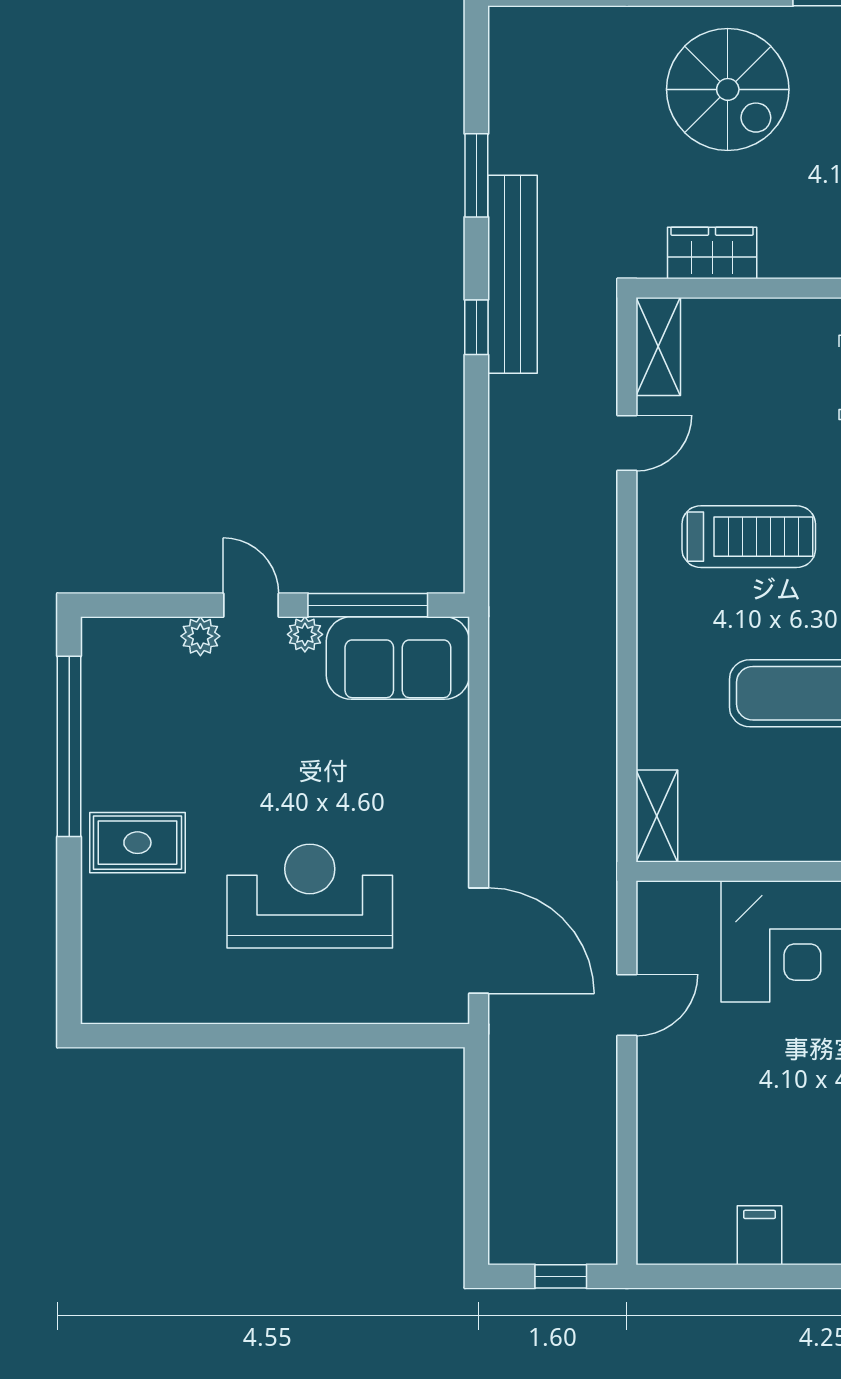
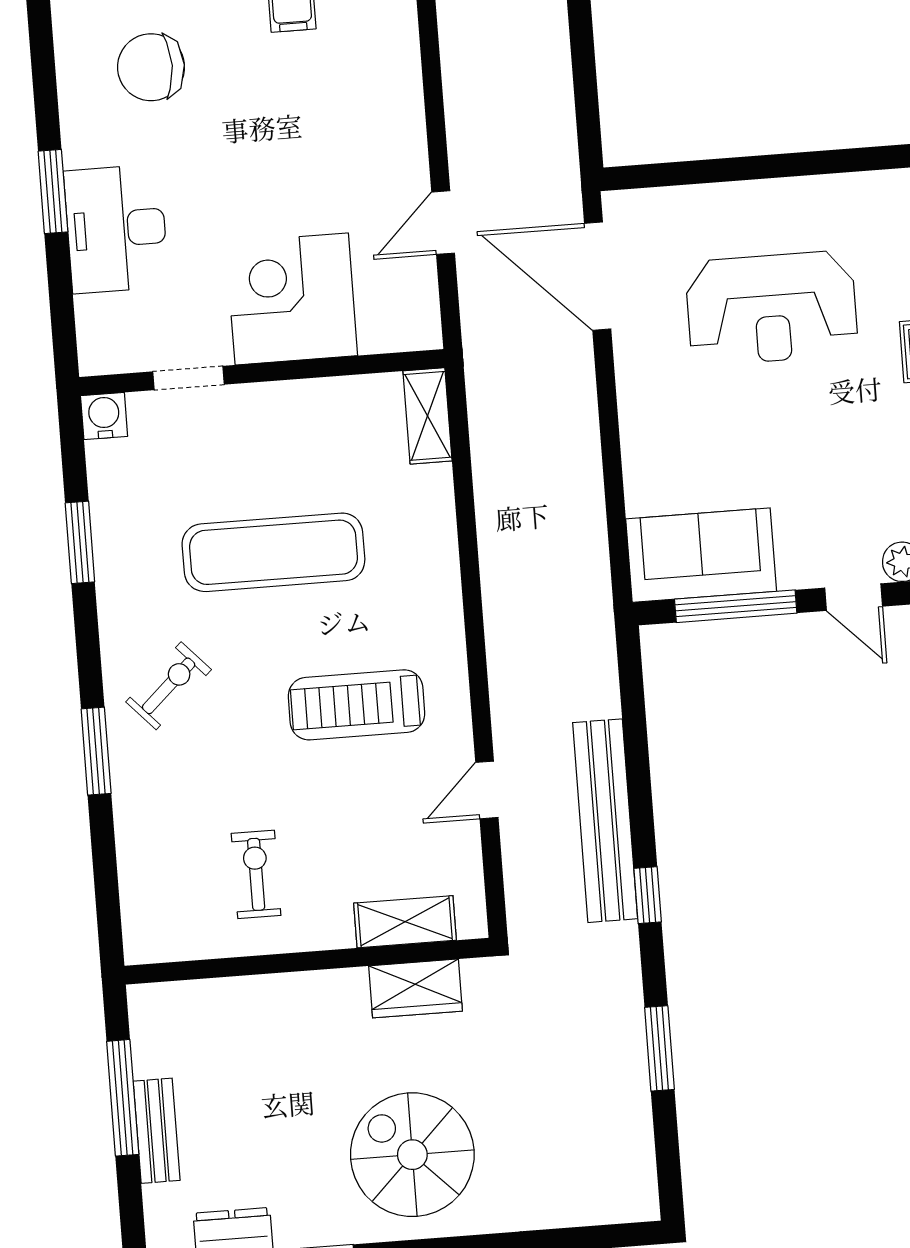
bench: (513, 274) -> (605, 821), moved
shelving: (658, 346) -> (405, 922), moved, turned 90
plant: (305, 634) -> (797, 572), removed

